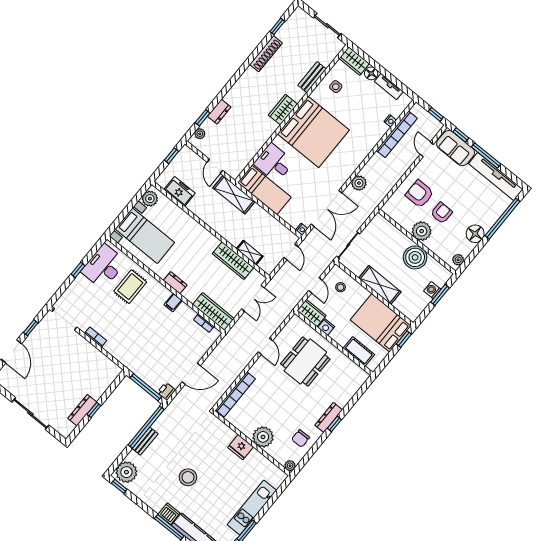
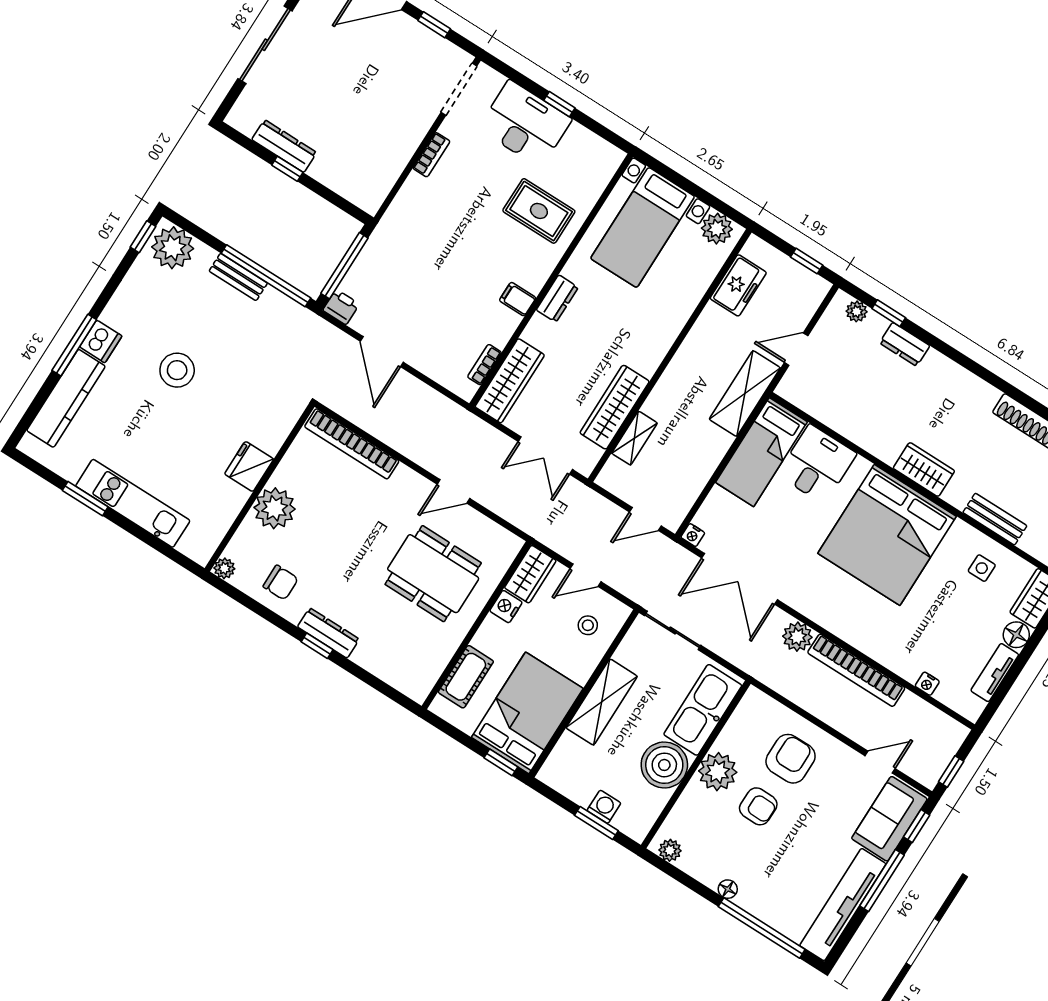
bookcase: (397, 134) -> (856, 670), moved
floor lamp: (475, 234) -> (728, 889), width x0.53, depth x0.53
kitchen sink: (390, 235) -> (703, 710), added
desk: (104, 267) -> (525, 124), moved
chair: (301, 438) -> (281, 583), turned 180

